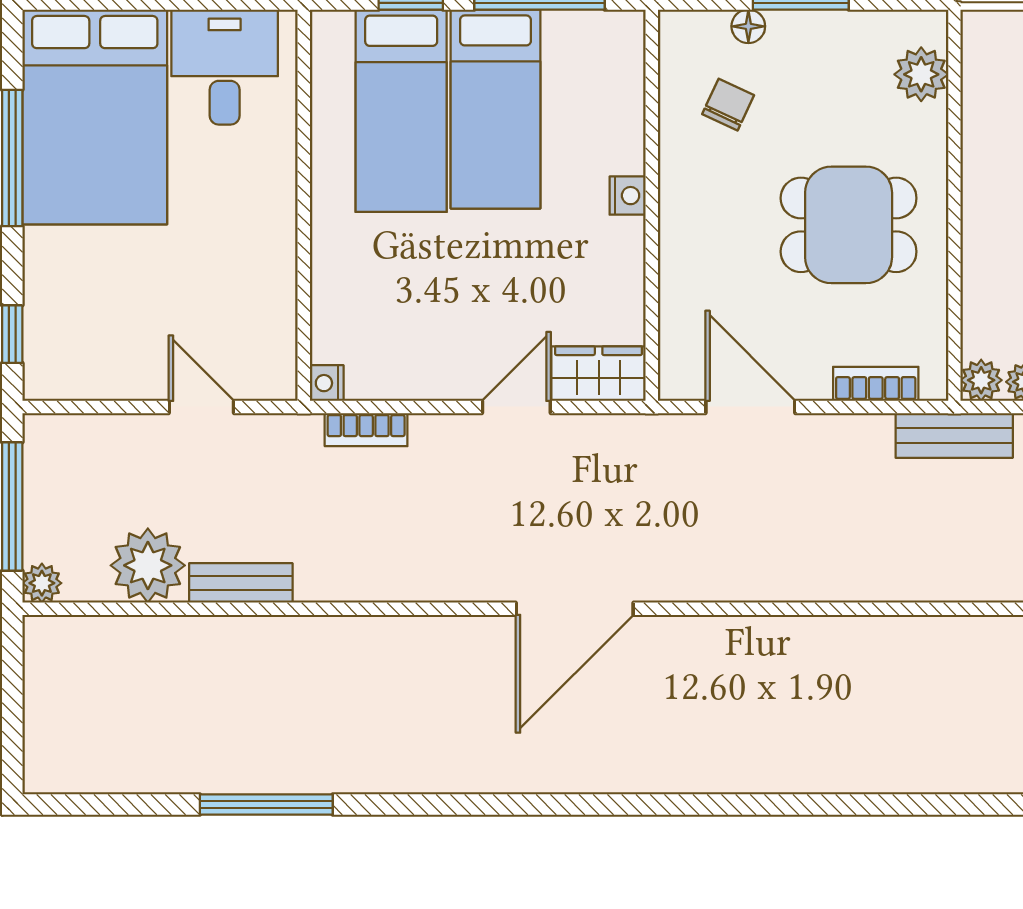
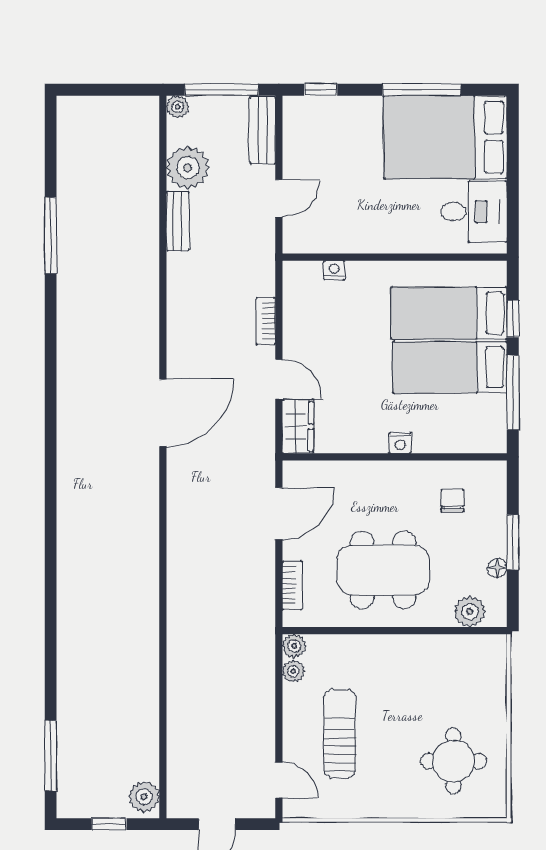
floor lamp: (748, 26) -> (497, 568), moved
chair: (728, 105) -> (452, 501), turned -115
dining table: (849, 225) -> (383, 570), width x1.38
nightstand: (327, 383) -> (334, 270), moved
bookcase: (366, 430) -> (266, 321), moved
bench: (954, 435) -> (262, 130), moved
door: (575, 609) -> (163, 413), swing flipped

